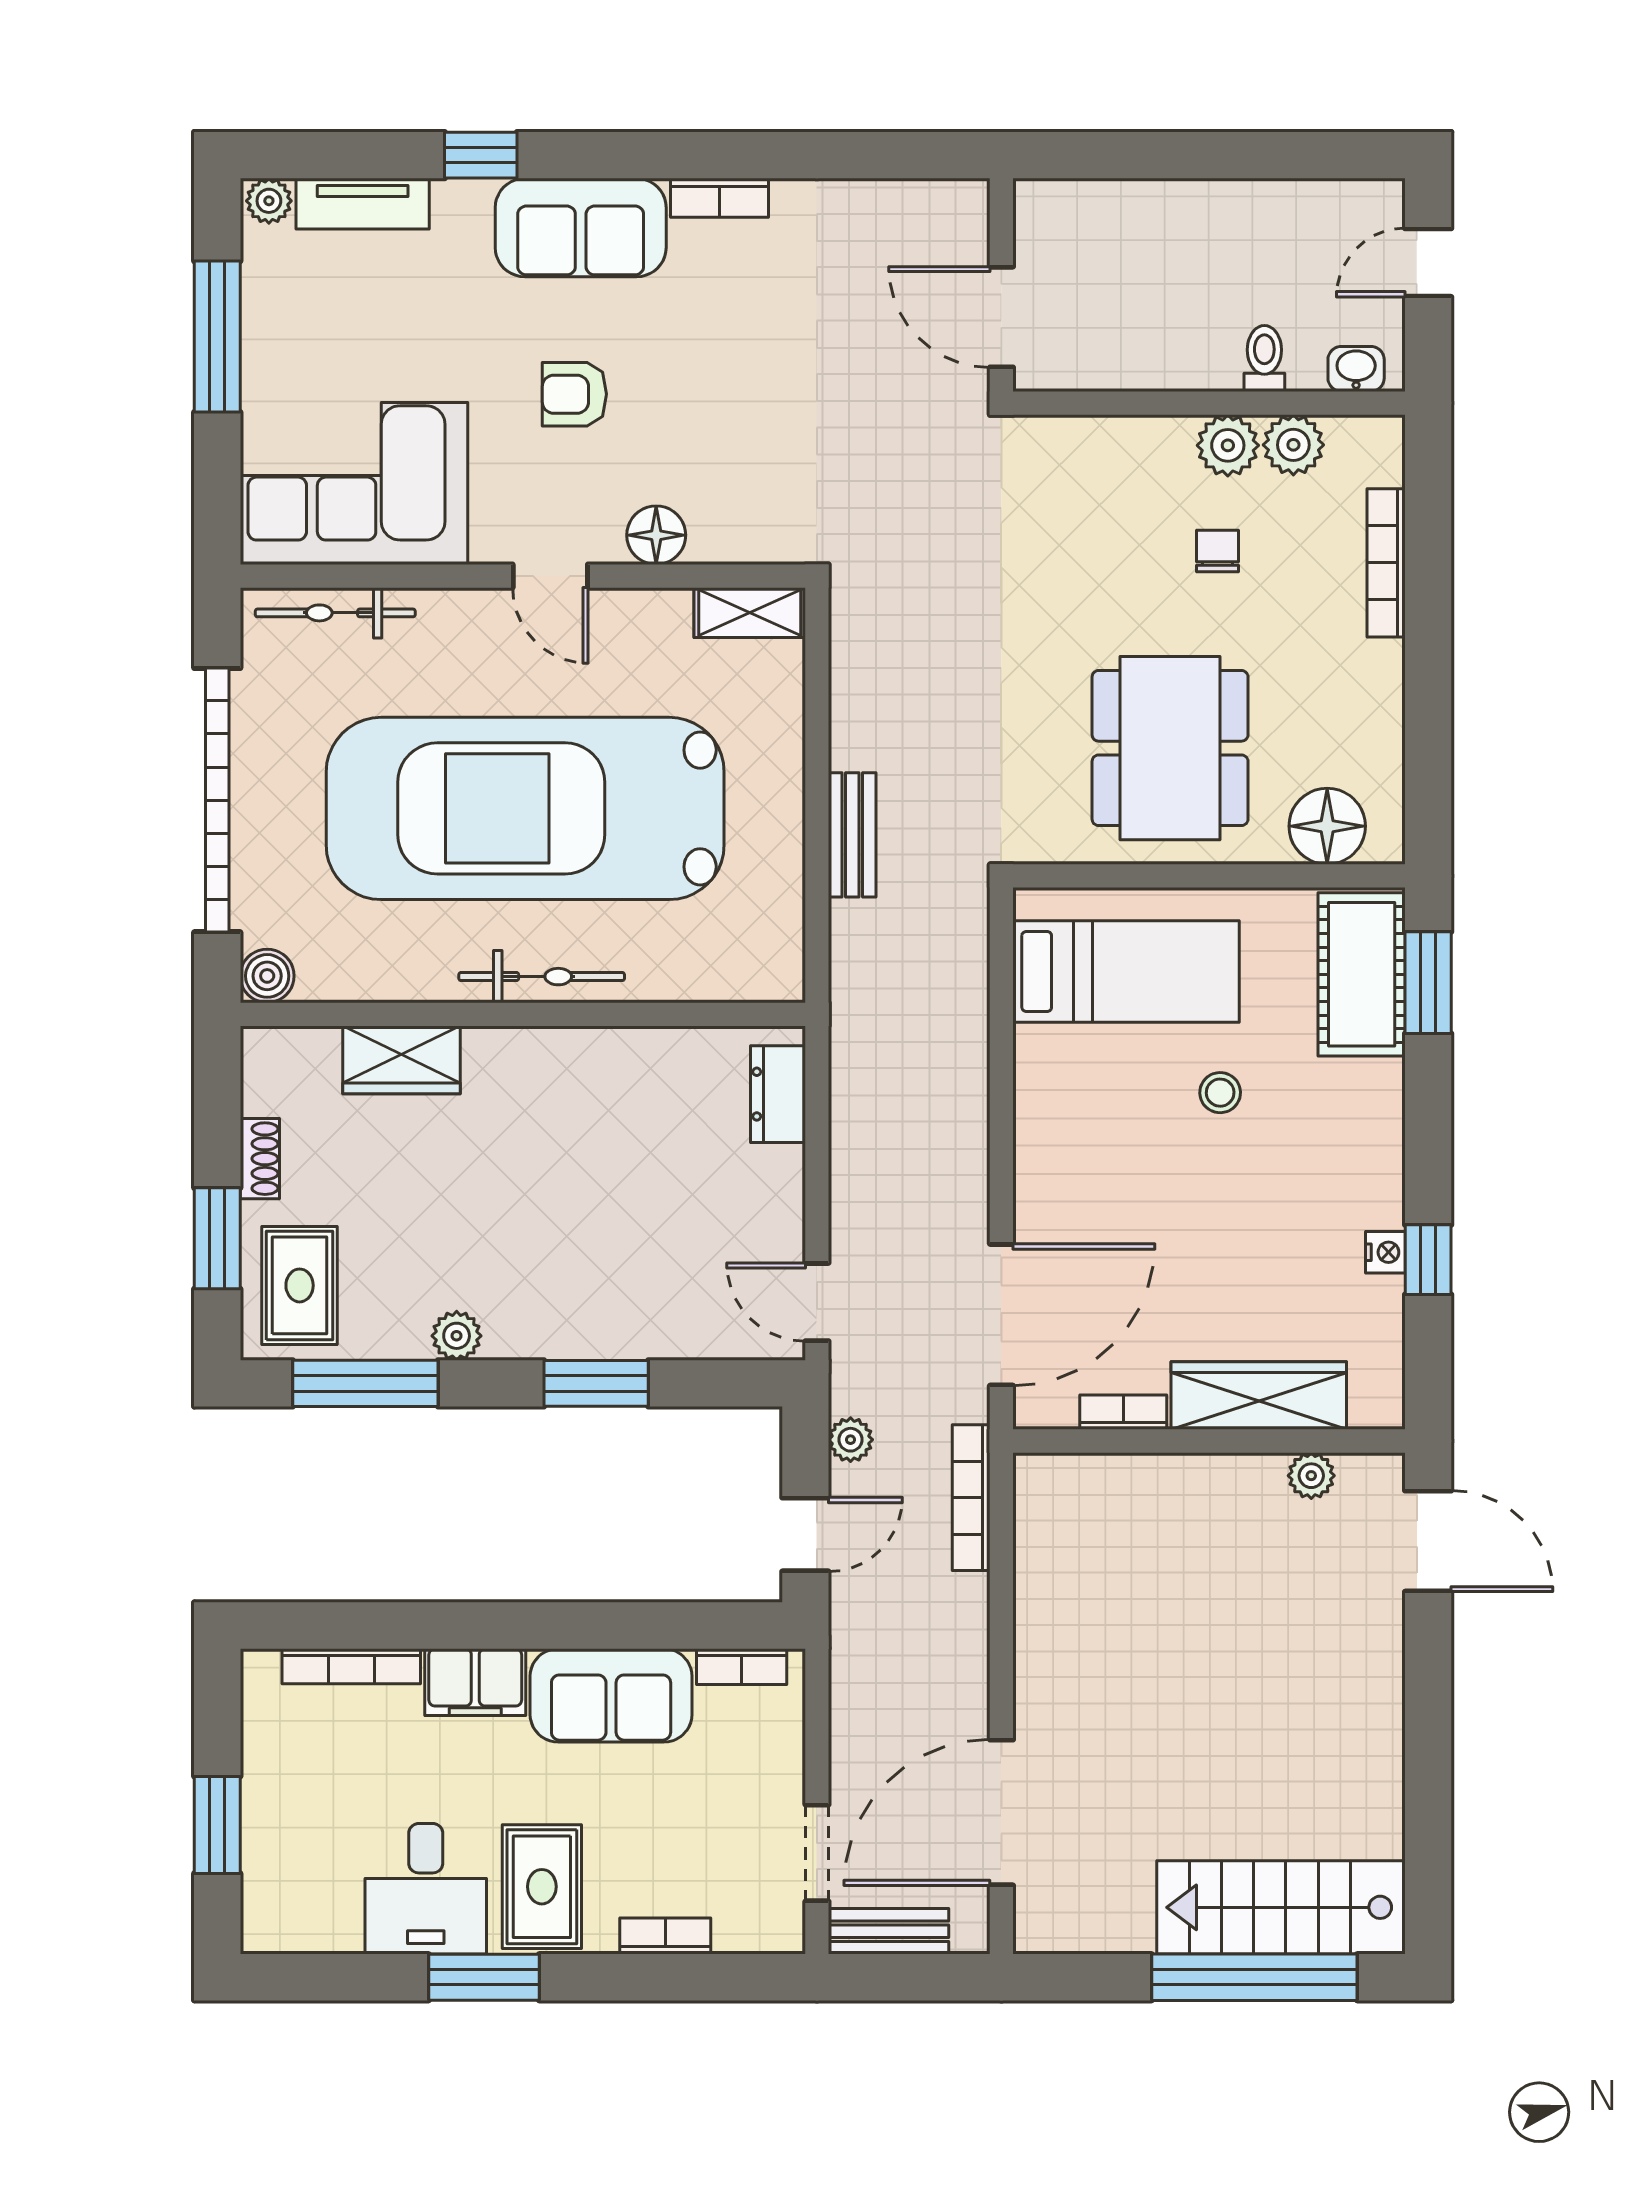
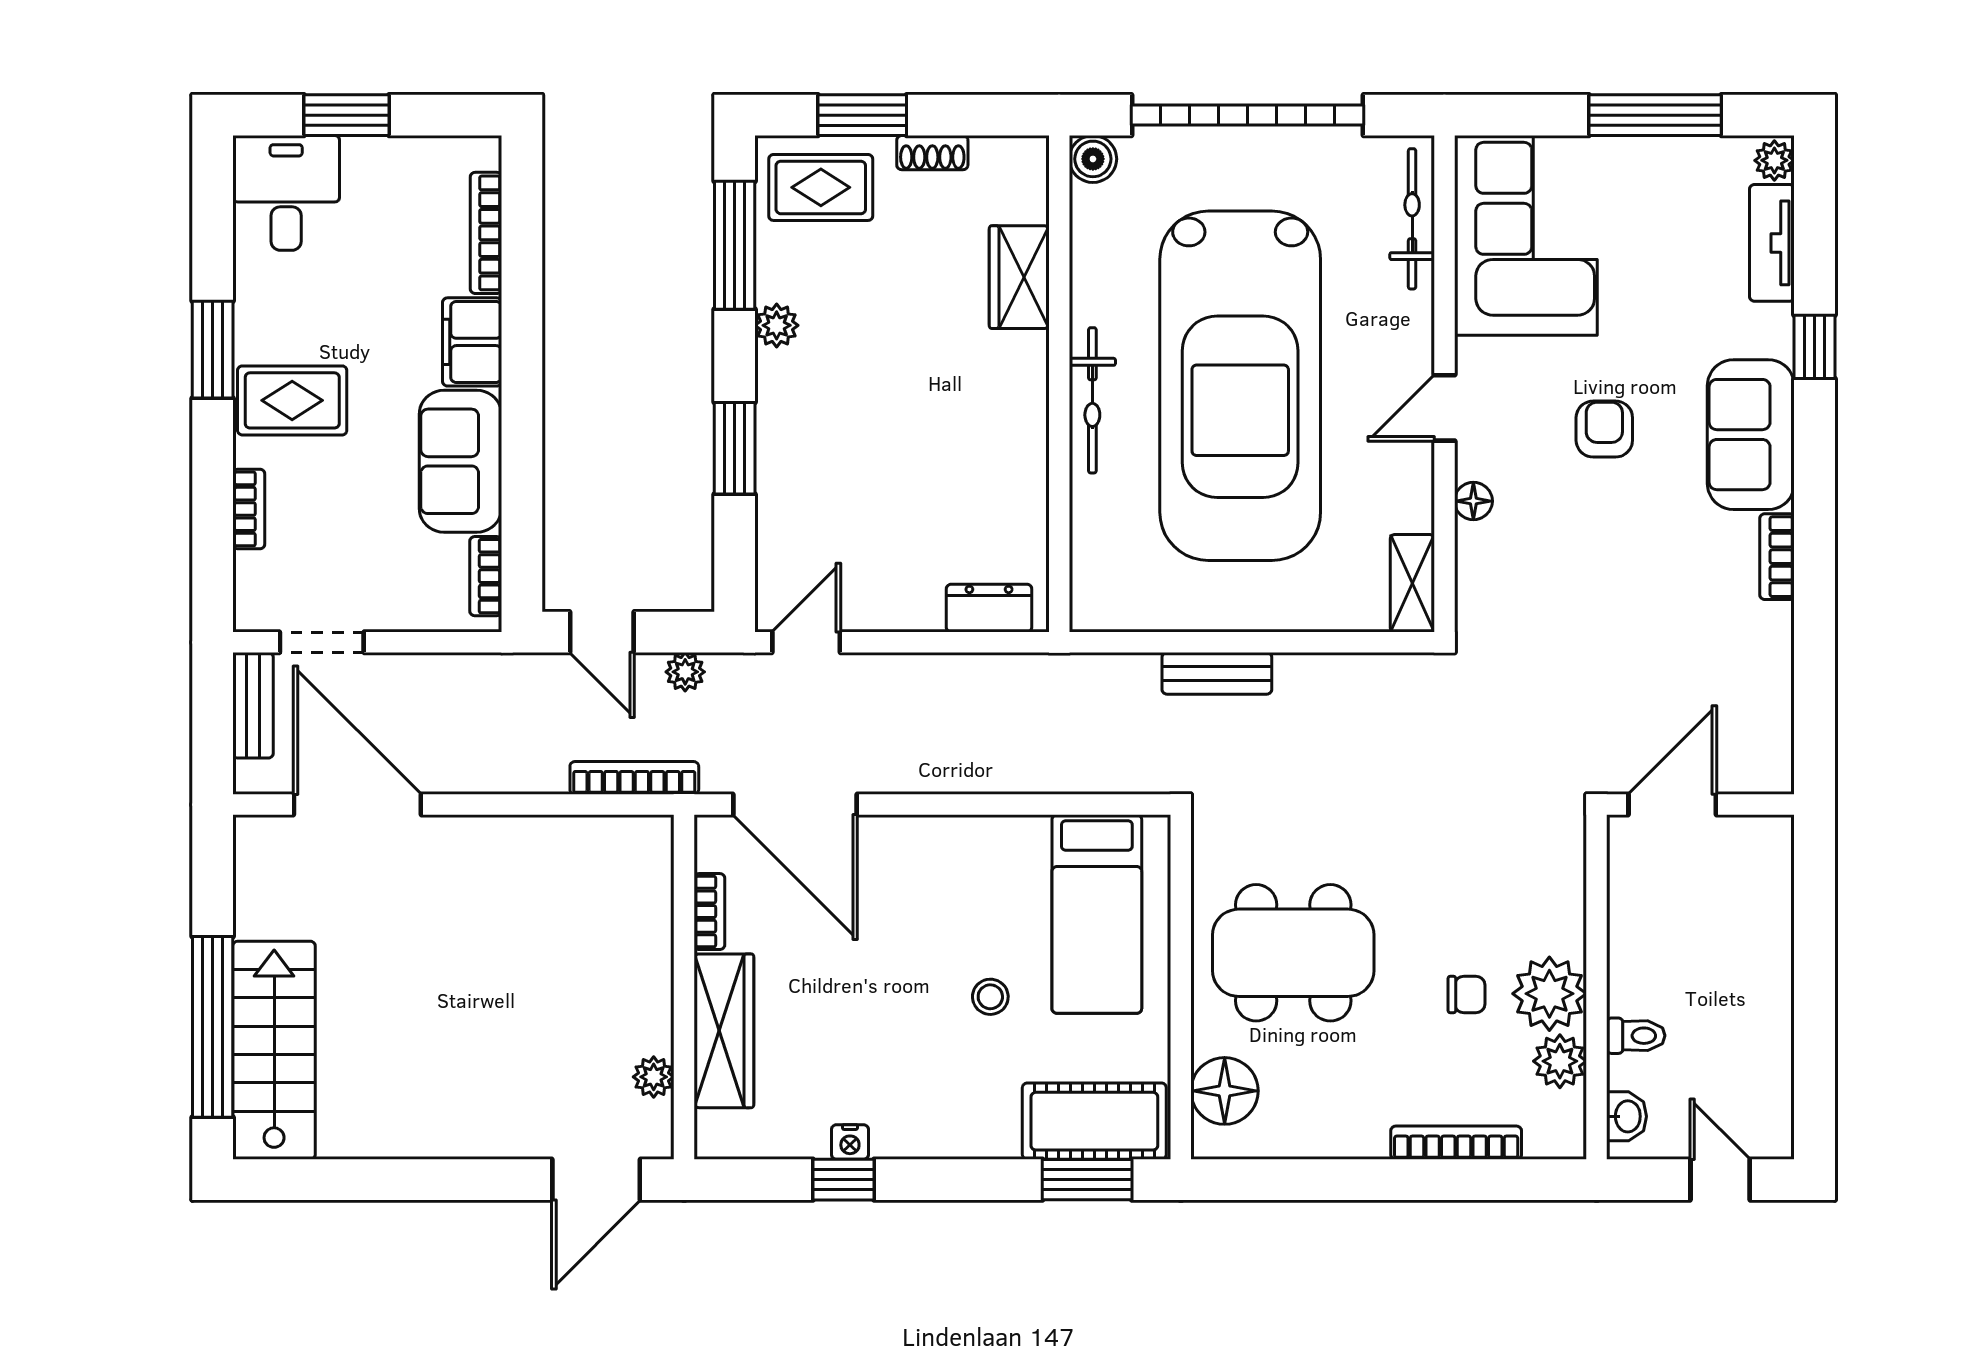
plant: (1228, 445) -> (1549, 994), width x1.36, depth x1.36
floor lamp: (656, 535) -> (1473, 501), width x0.73, depth x0.73
car: (525, 808) -> (1240, 386), turned 180
desk: (426, 1889) -> (286, 193), moved, turned 90

